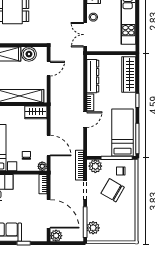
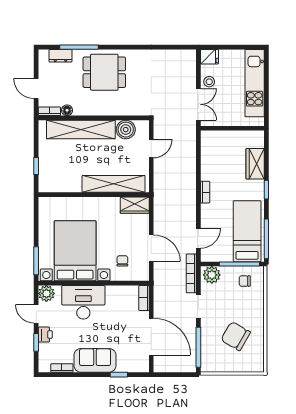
double door: (85, 35) -> (198, 104), swing flipped
wardrobe: (129, 74) -> (255, 164), width x0.67
dresser: (93, 76) -> (208, 158), removed
door: (85, 120) -> (198, 238), moved
plant: (42, 166) -> (143, 275), removed
chair: (113, 190) -> (236, 336), moved
plant: (93, 228) -> (209, 355), removed
plant: (56, 236) -> (161, 365), removed

